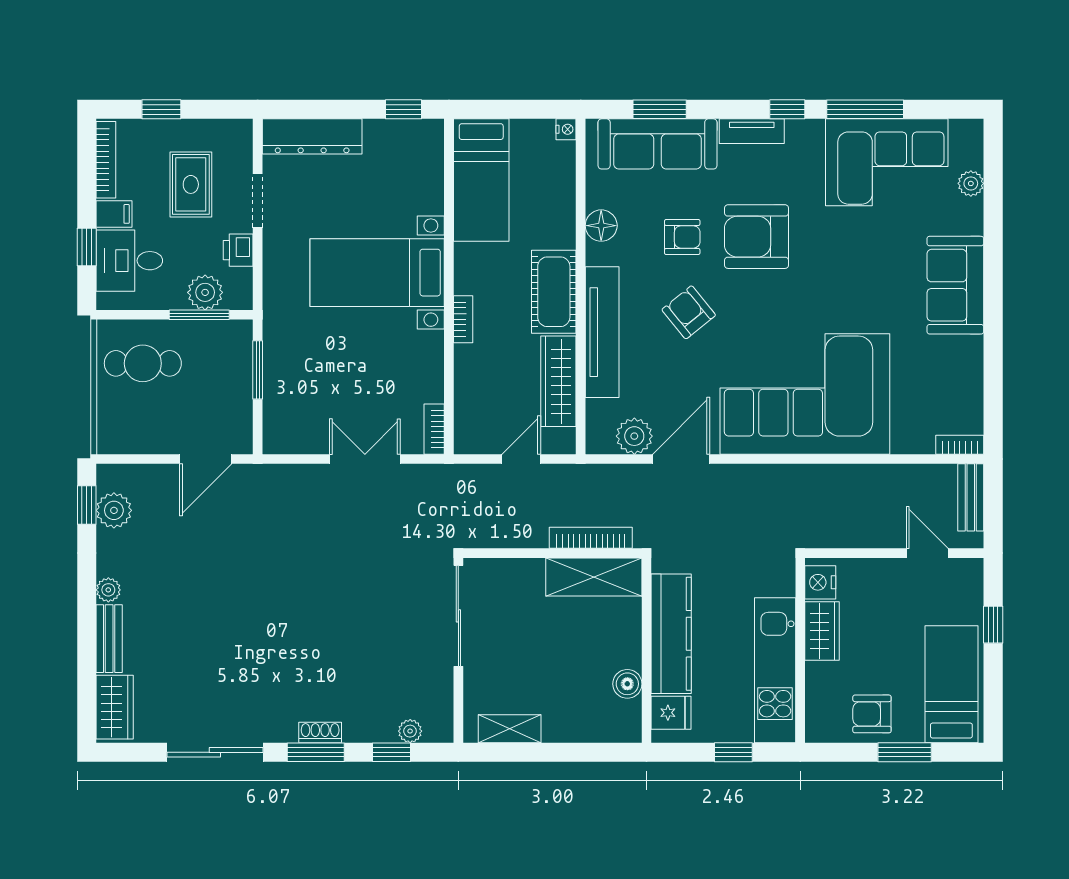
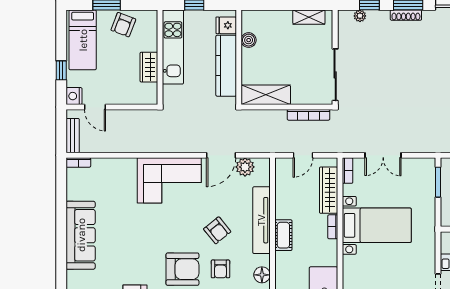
armchair: (682, 237) -> (220, 269), turned -90
bed with nightstands: (377, 273) -> (377, 225), moved
sofa: (955, 285) -> (81, 235), width x1.36
cot: (554, 292) -> (283, 235), width x0.73, depth x0.75
window: (258, 370) -> (438, 182), moved
wardrobe: (558, 381) -> (329, 190), moved, turned 180
corner sofa: (805, 394) -> (169, 180), width x0.73, depth x0.74
bookcase: (591, 538) -> (309, 115), moved
nightstand: (820, 582) -> (74, 96), moved, turned 180
armchair: (872, 714) -> (123, 25), turned 111
shoe rack: (320, 733) -> (406, 15), width x1.43

